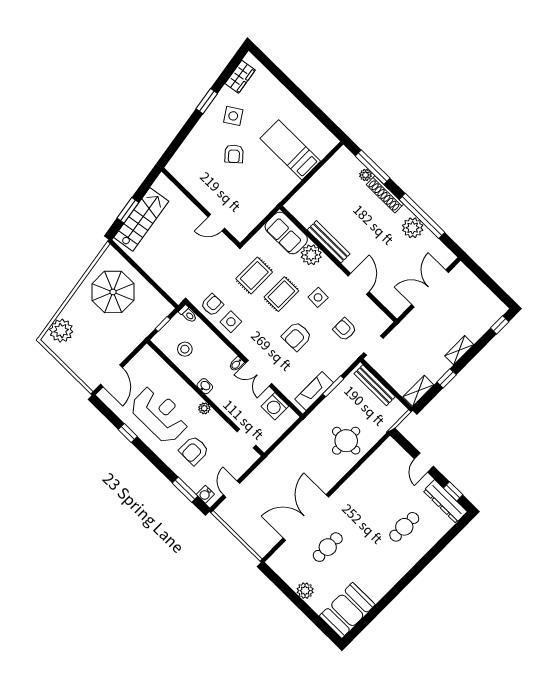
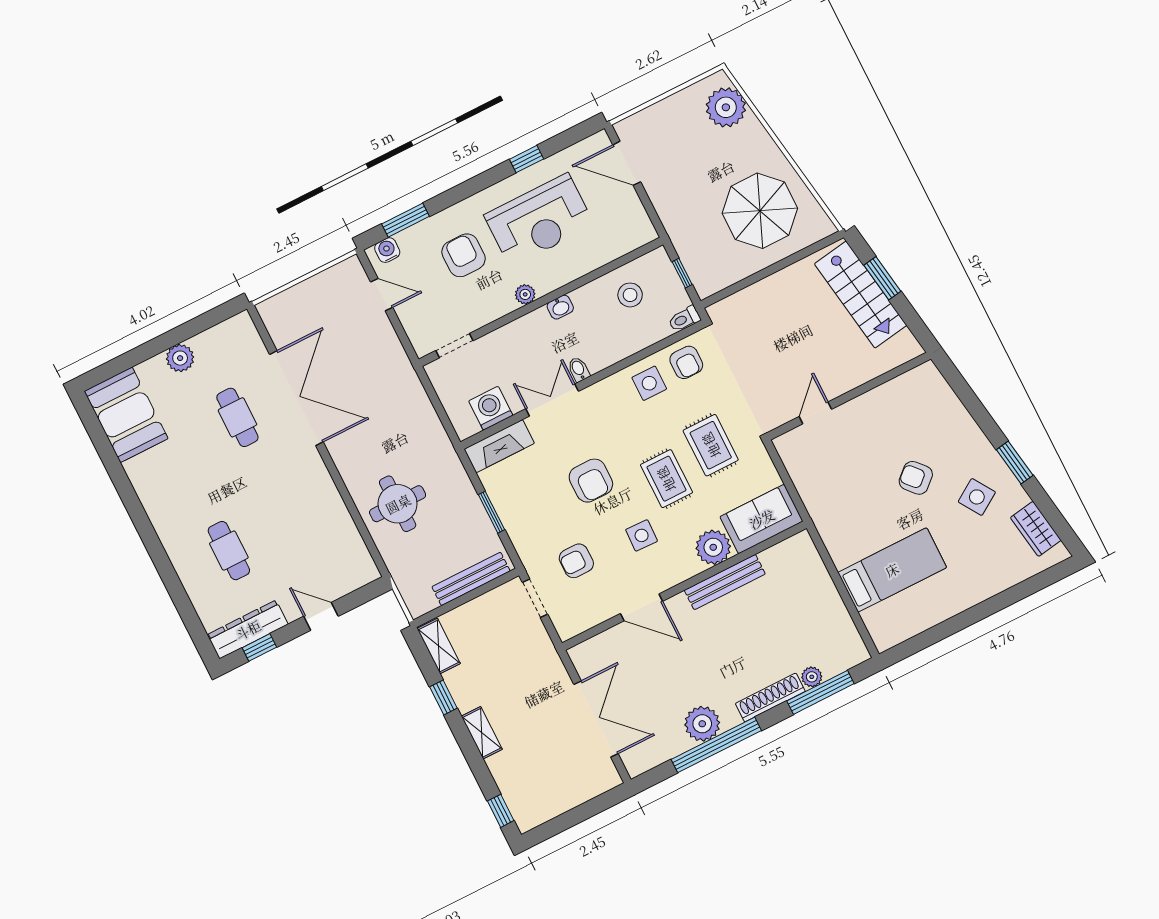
armchair: (345, 329) -> (576, 561), turned 180
armchair: (297, 336) -> (591, 481), turned 180
fireplace: (314, 391) -> (499, 446), moved, turned 90

